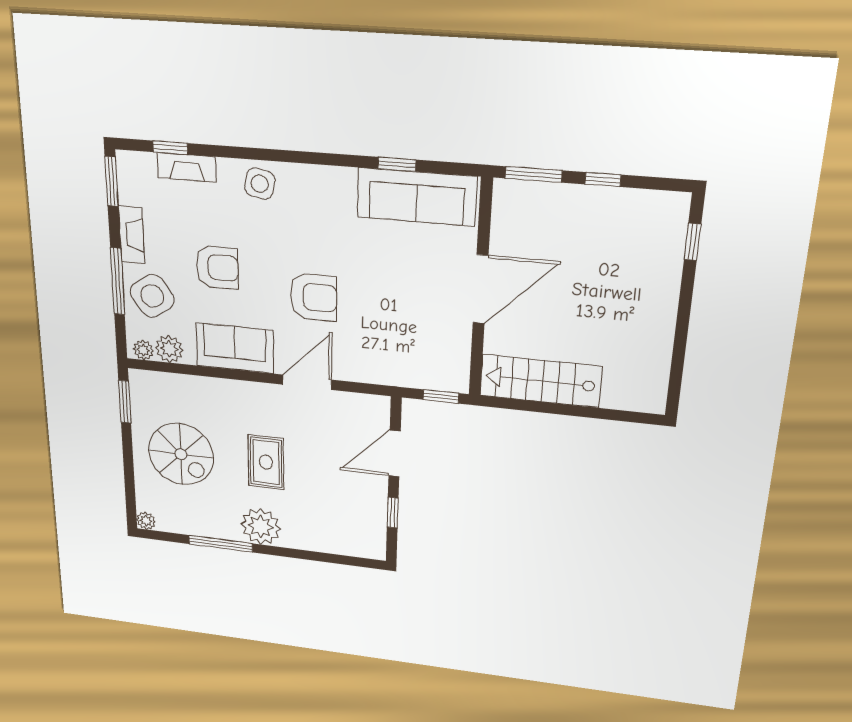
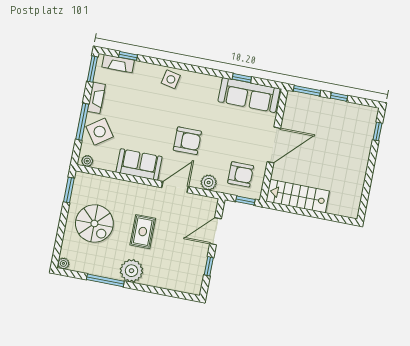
fireplace: (187, 167) -> (118, 64), moved
armchair: (217, 267) -> (241, 174), moved
plant: (169, 349) -> (209, 182), moved

